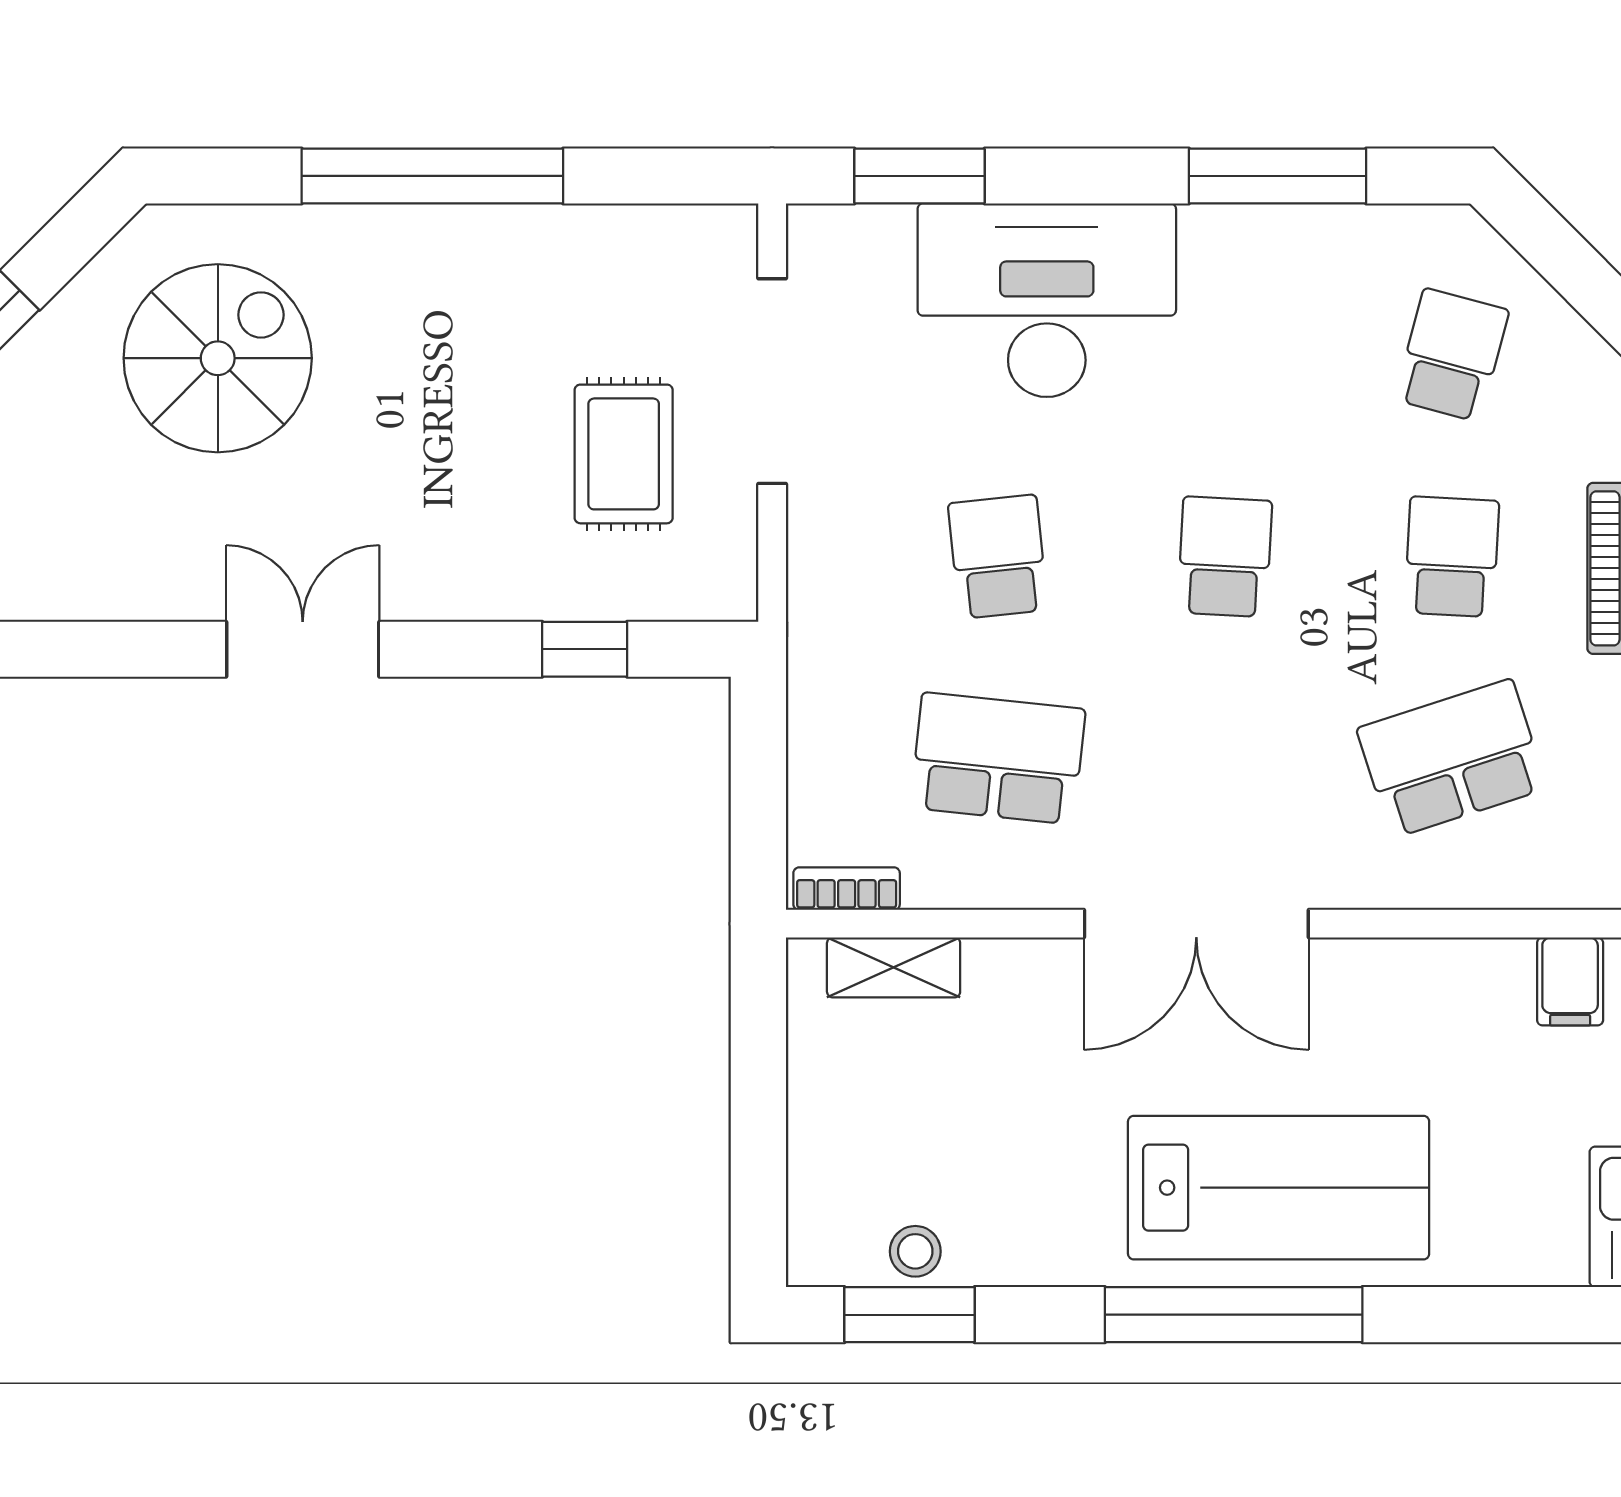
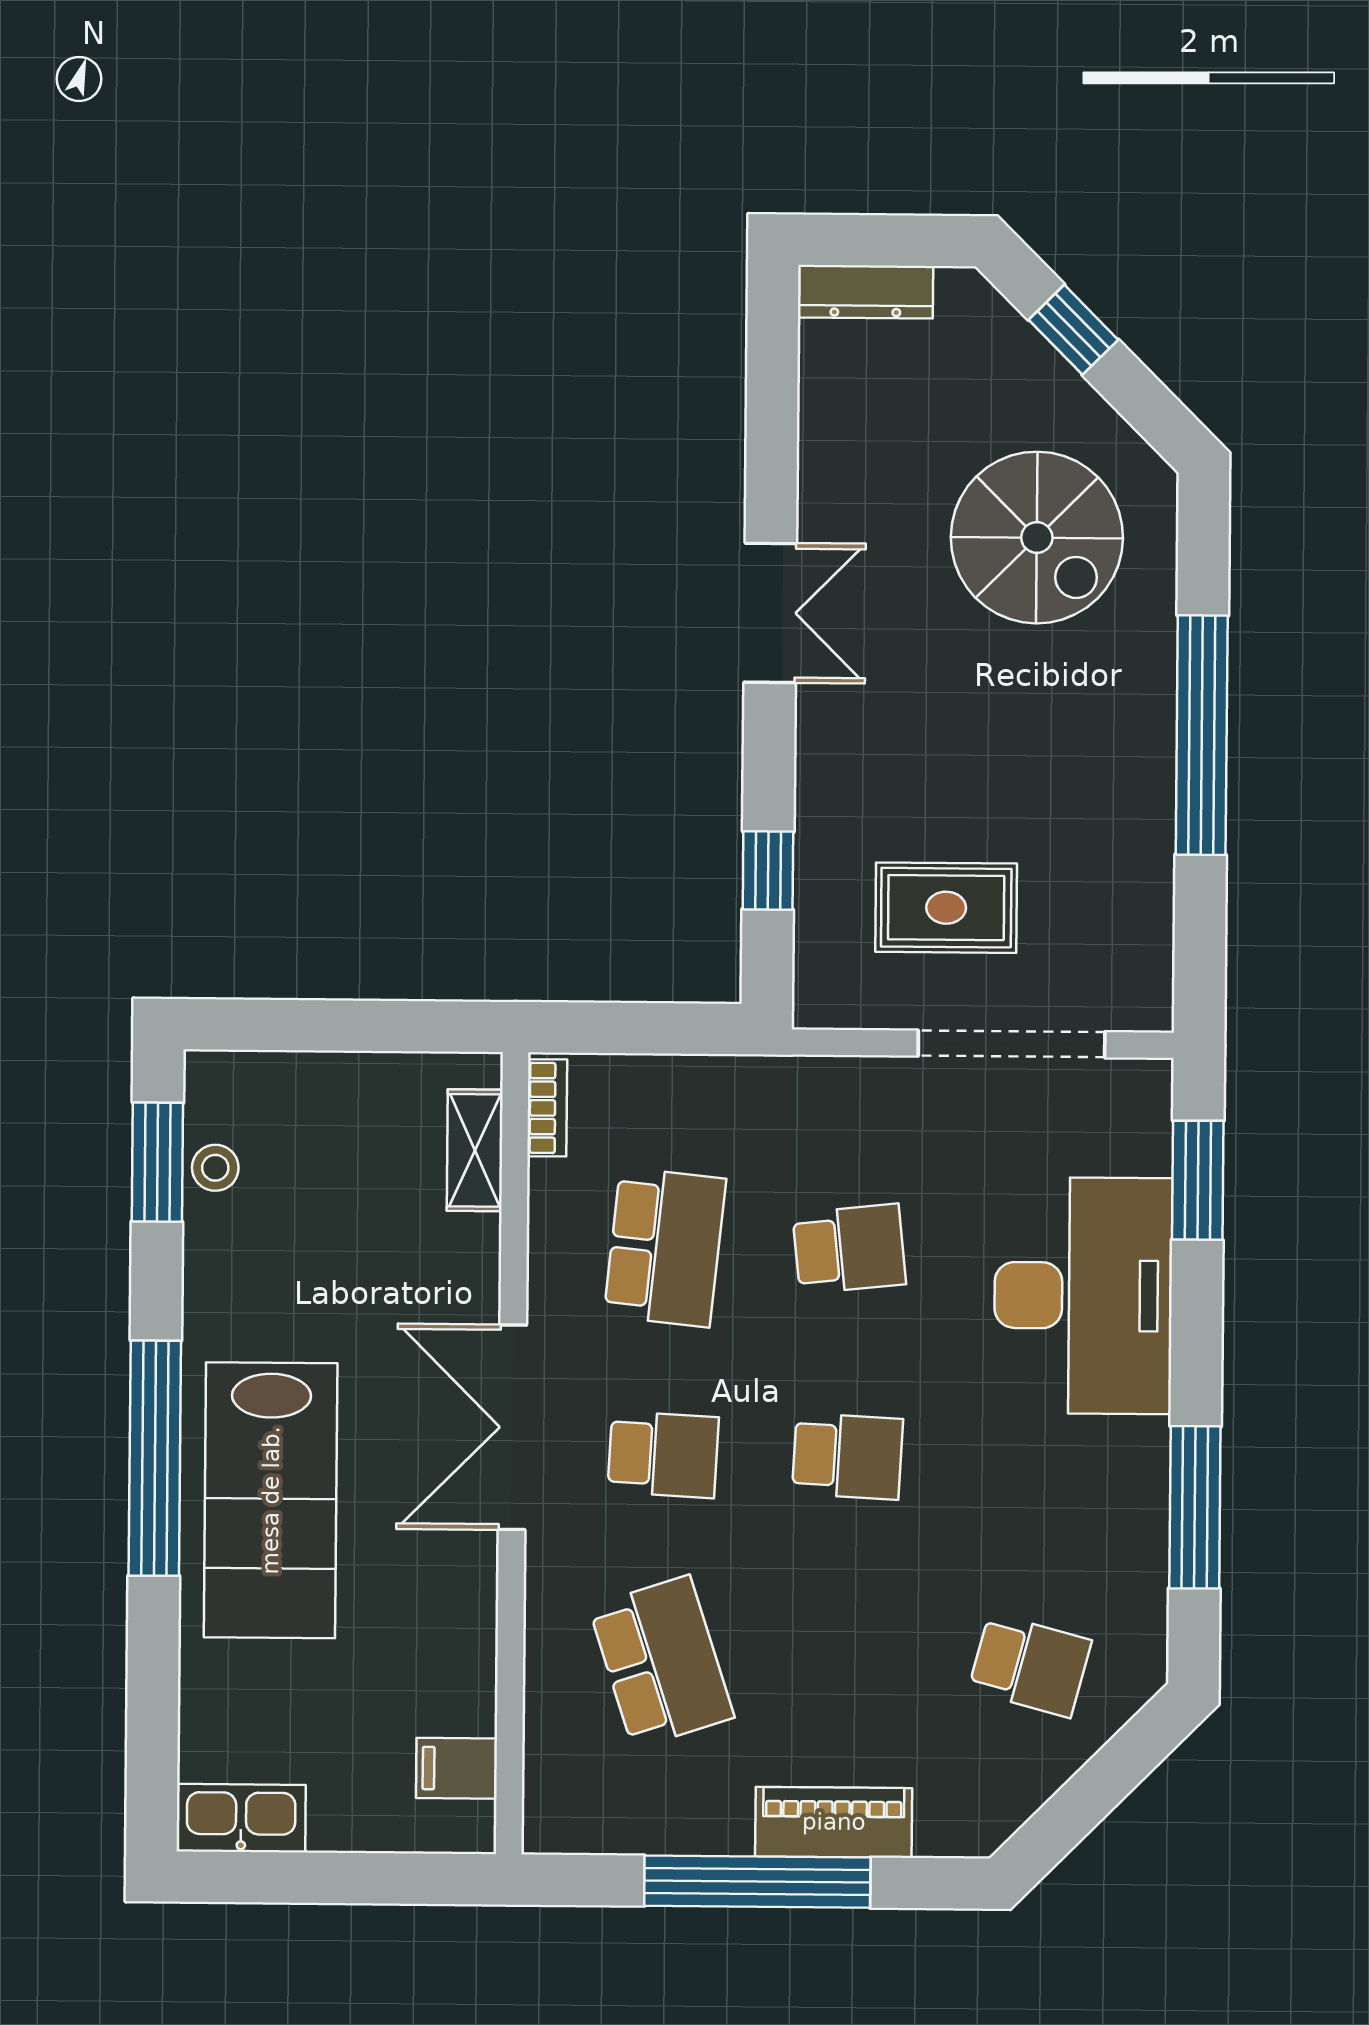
school desk: (1452, 557) -> (663, 1455), moved

